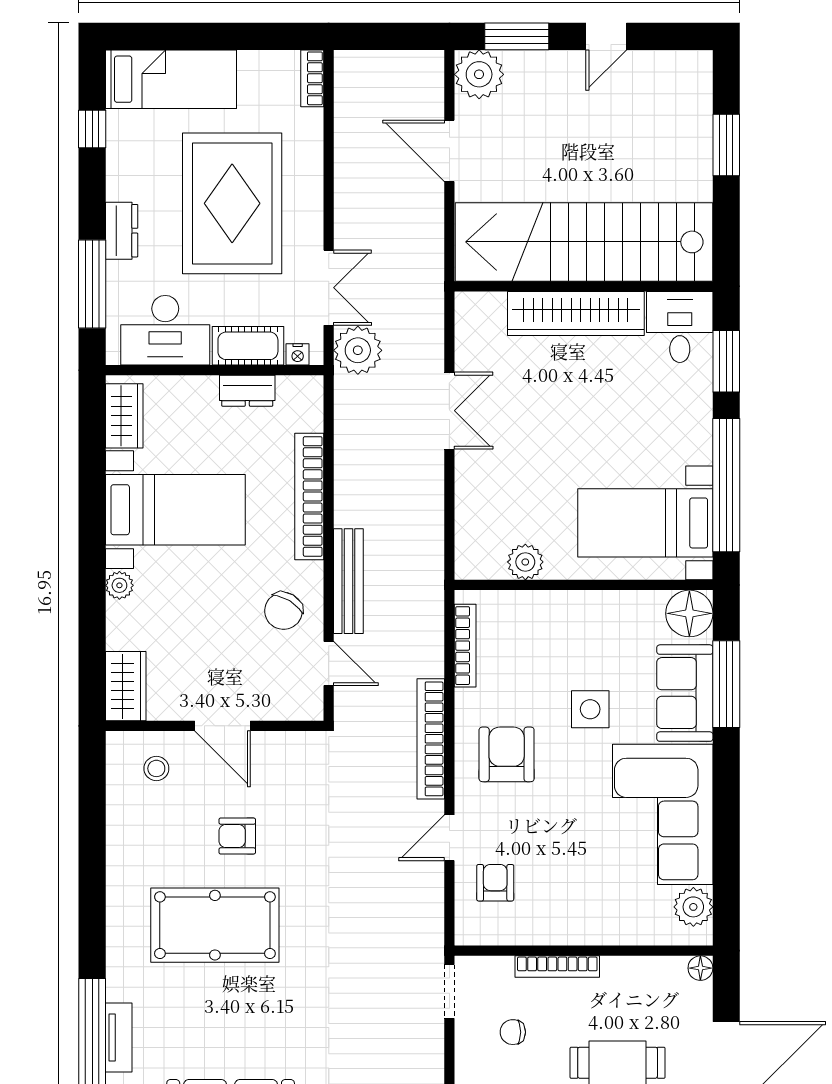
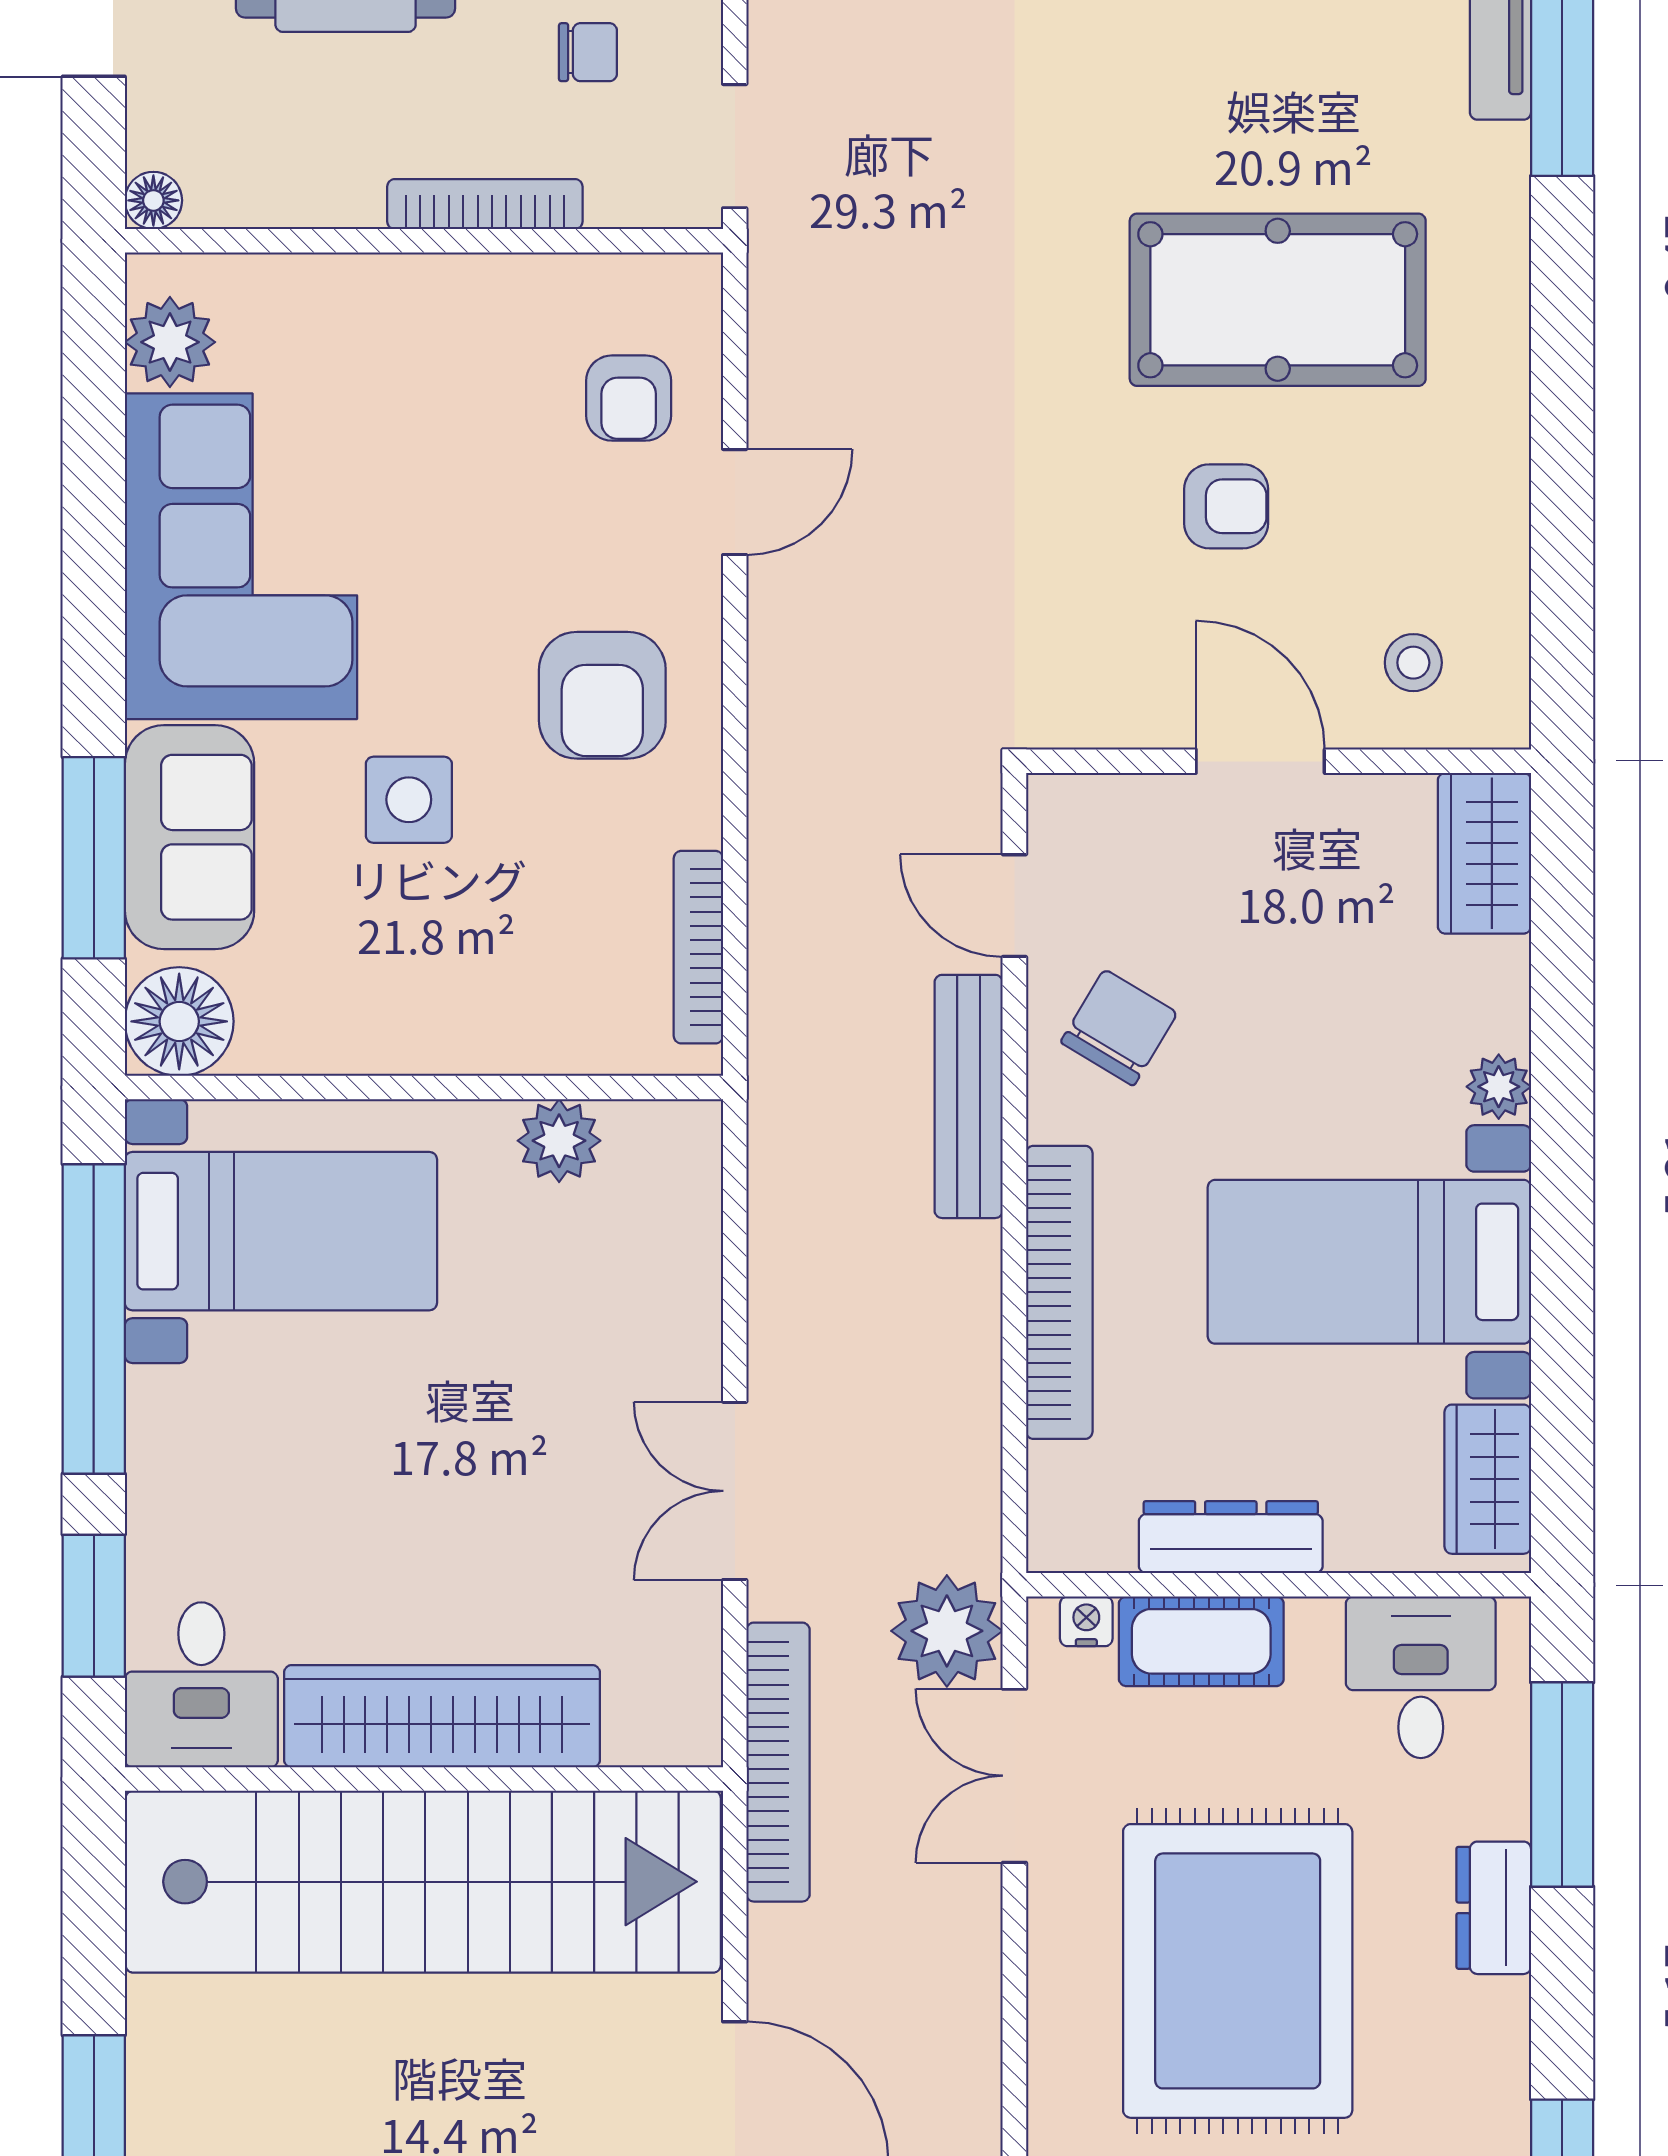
desk: (165, 330) -> (1421, 1677), width x0.73
dresser: (247, 391) -> (1231, 1537), width x1.44
bookcase: (431, 739) -> (778, 1762), moved

